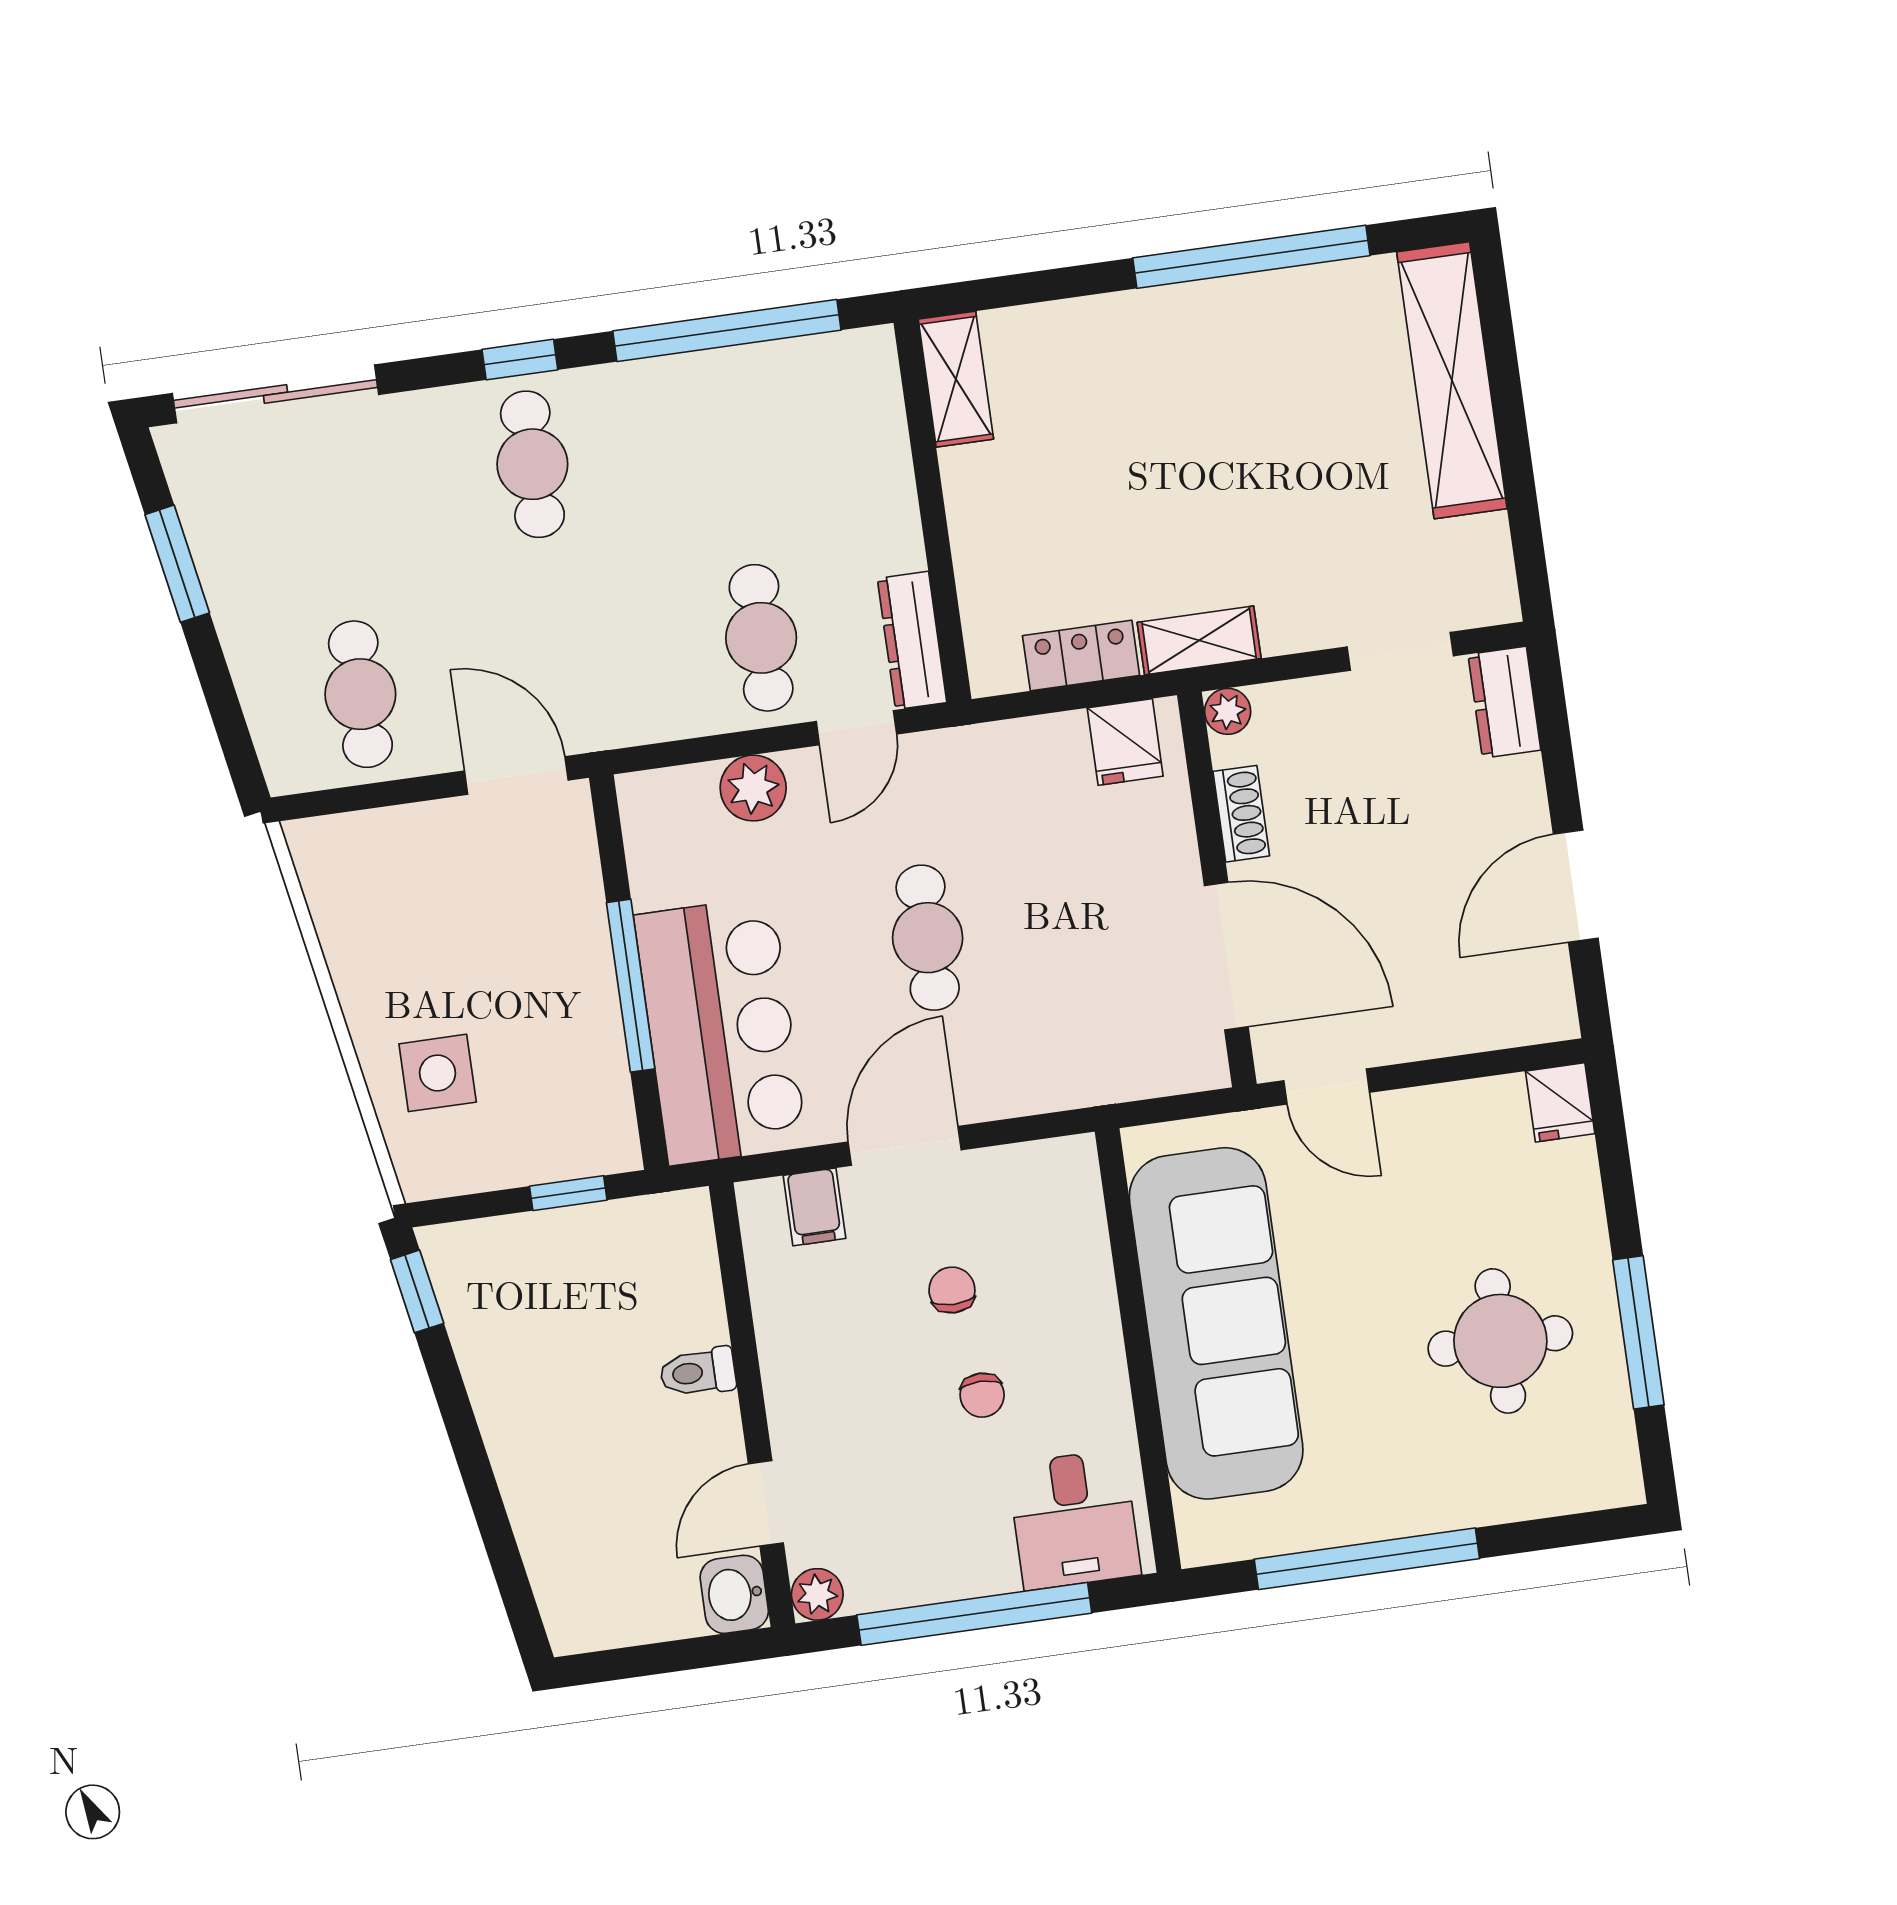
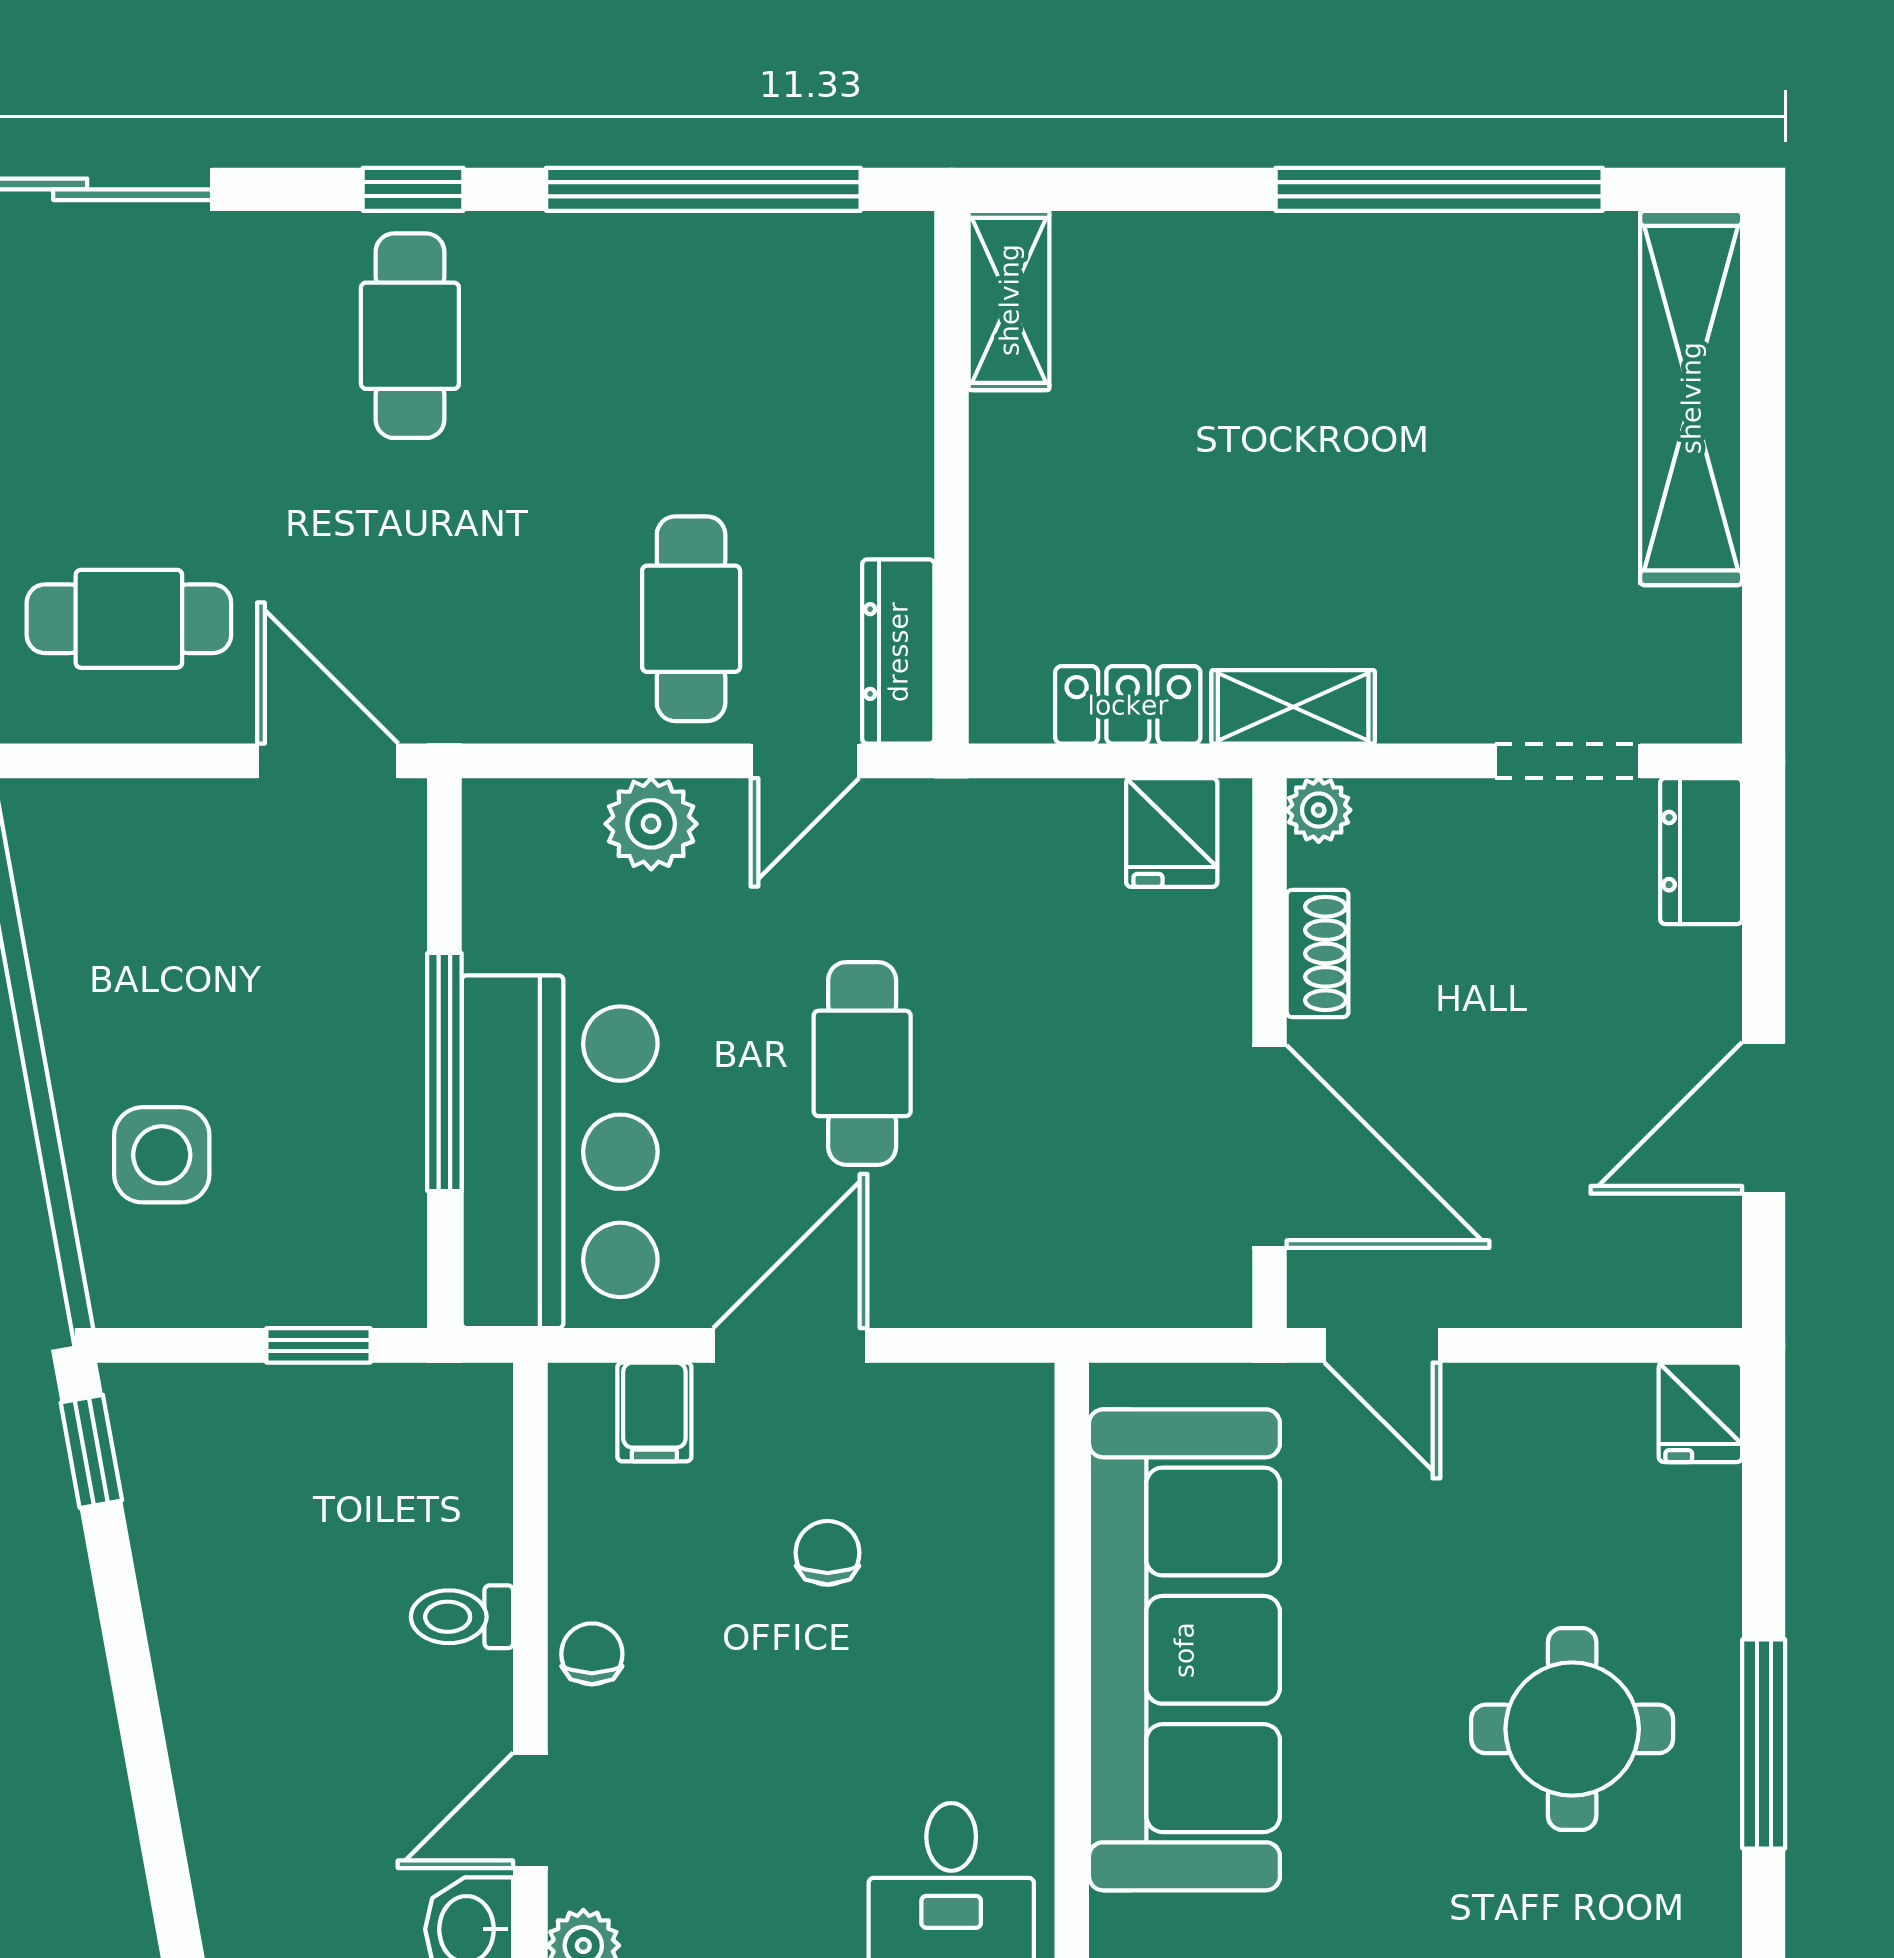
cafe table: (360, 694) -> (129, 619), turned 90
chair: (982, 1395) -> (592, 1654), moved, turned 180

